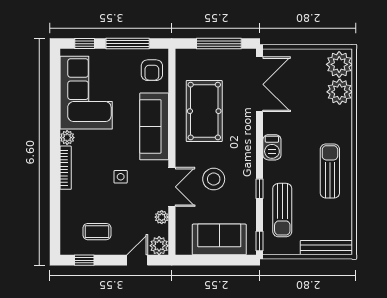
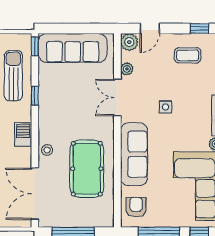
stool: (214, 179) -> (47, 150), moved, width x0.53, depth x0.53
sofa: (219, 239) -> (73, 48), width x1.36

